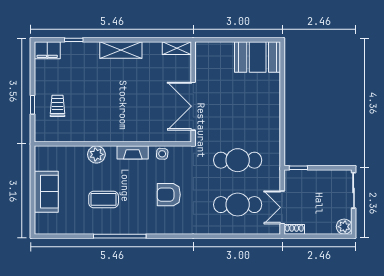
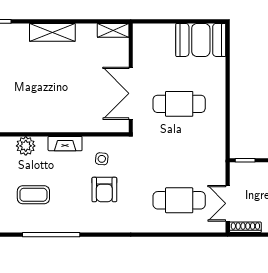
side table: (162, 154) -> (102, 159), moved
cafe table: (238, 160) -> (179, 104), moved
armchair: (169, 195) -> (104, 189), turned -90
shoe rack: (294, 229) -> (245, 227), width x1.43

